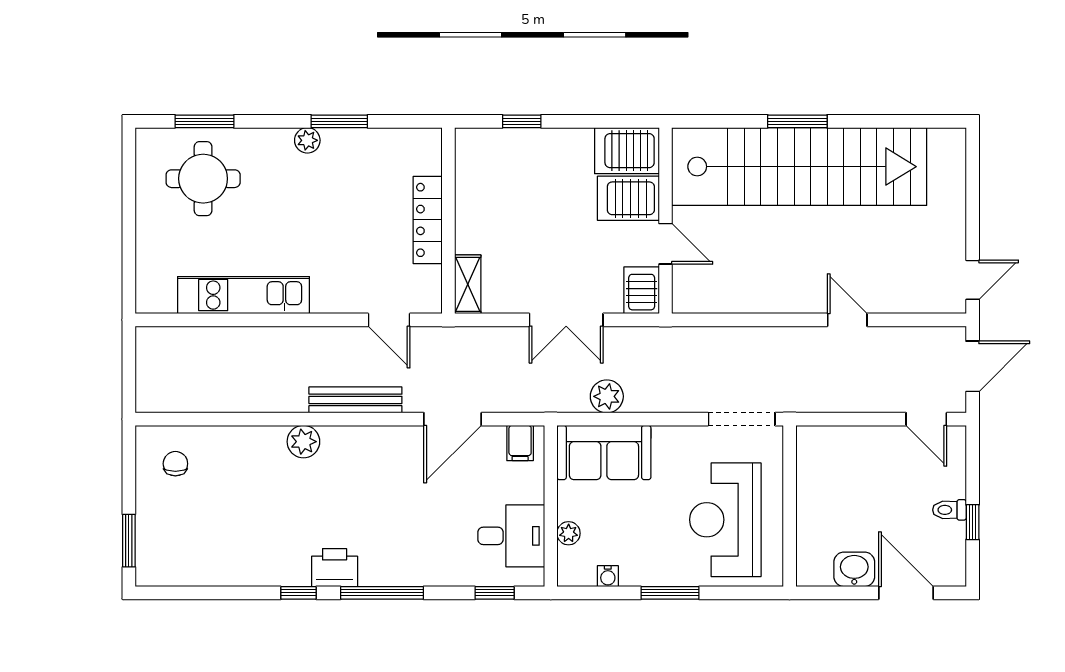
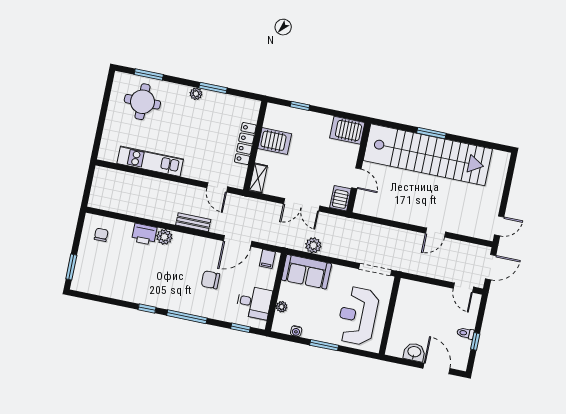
server rack: (628, 198) -> (275, 141), moved, turned 180
door: (847, 320) -> (435, 233), swing flipped
bench: (355, 400) -> (193, 222), width x0.73
chair: (414, 509) -> (210, 280), added
printer: (335, 568) -> (144, 234), moved, turned 180

